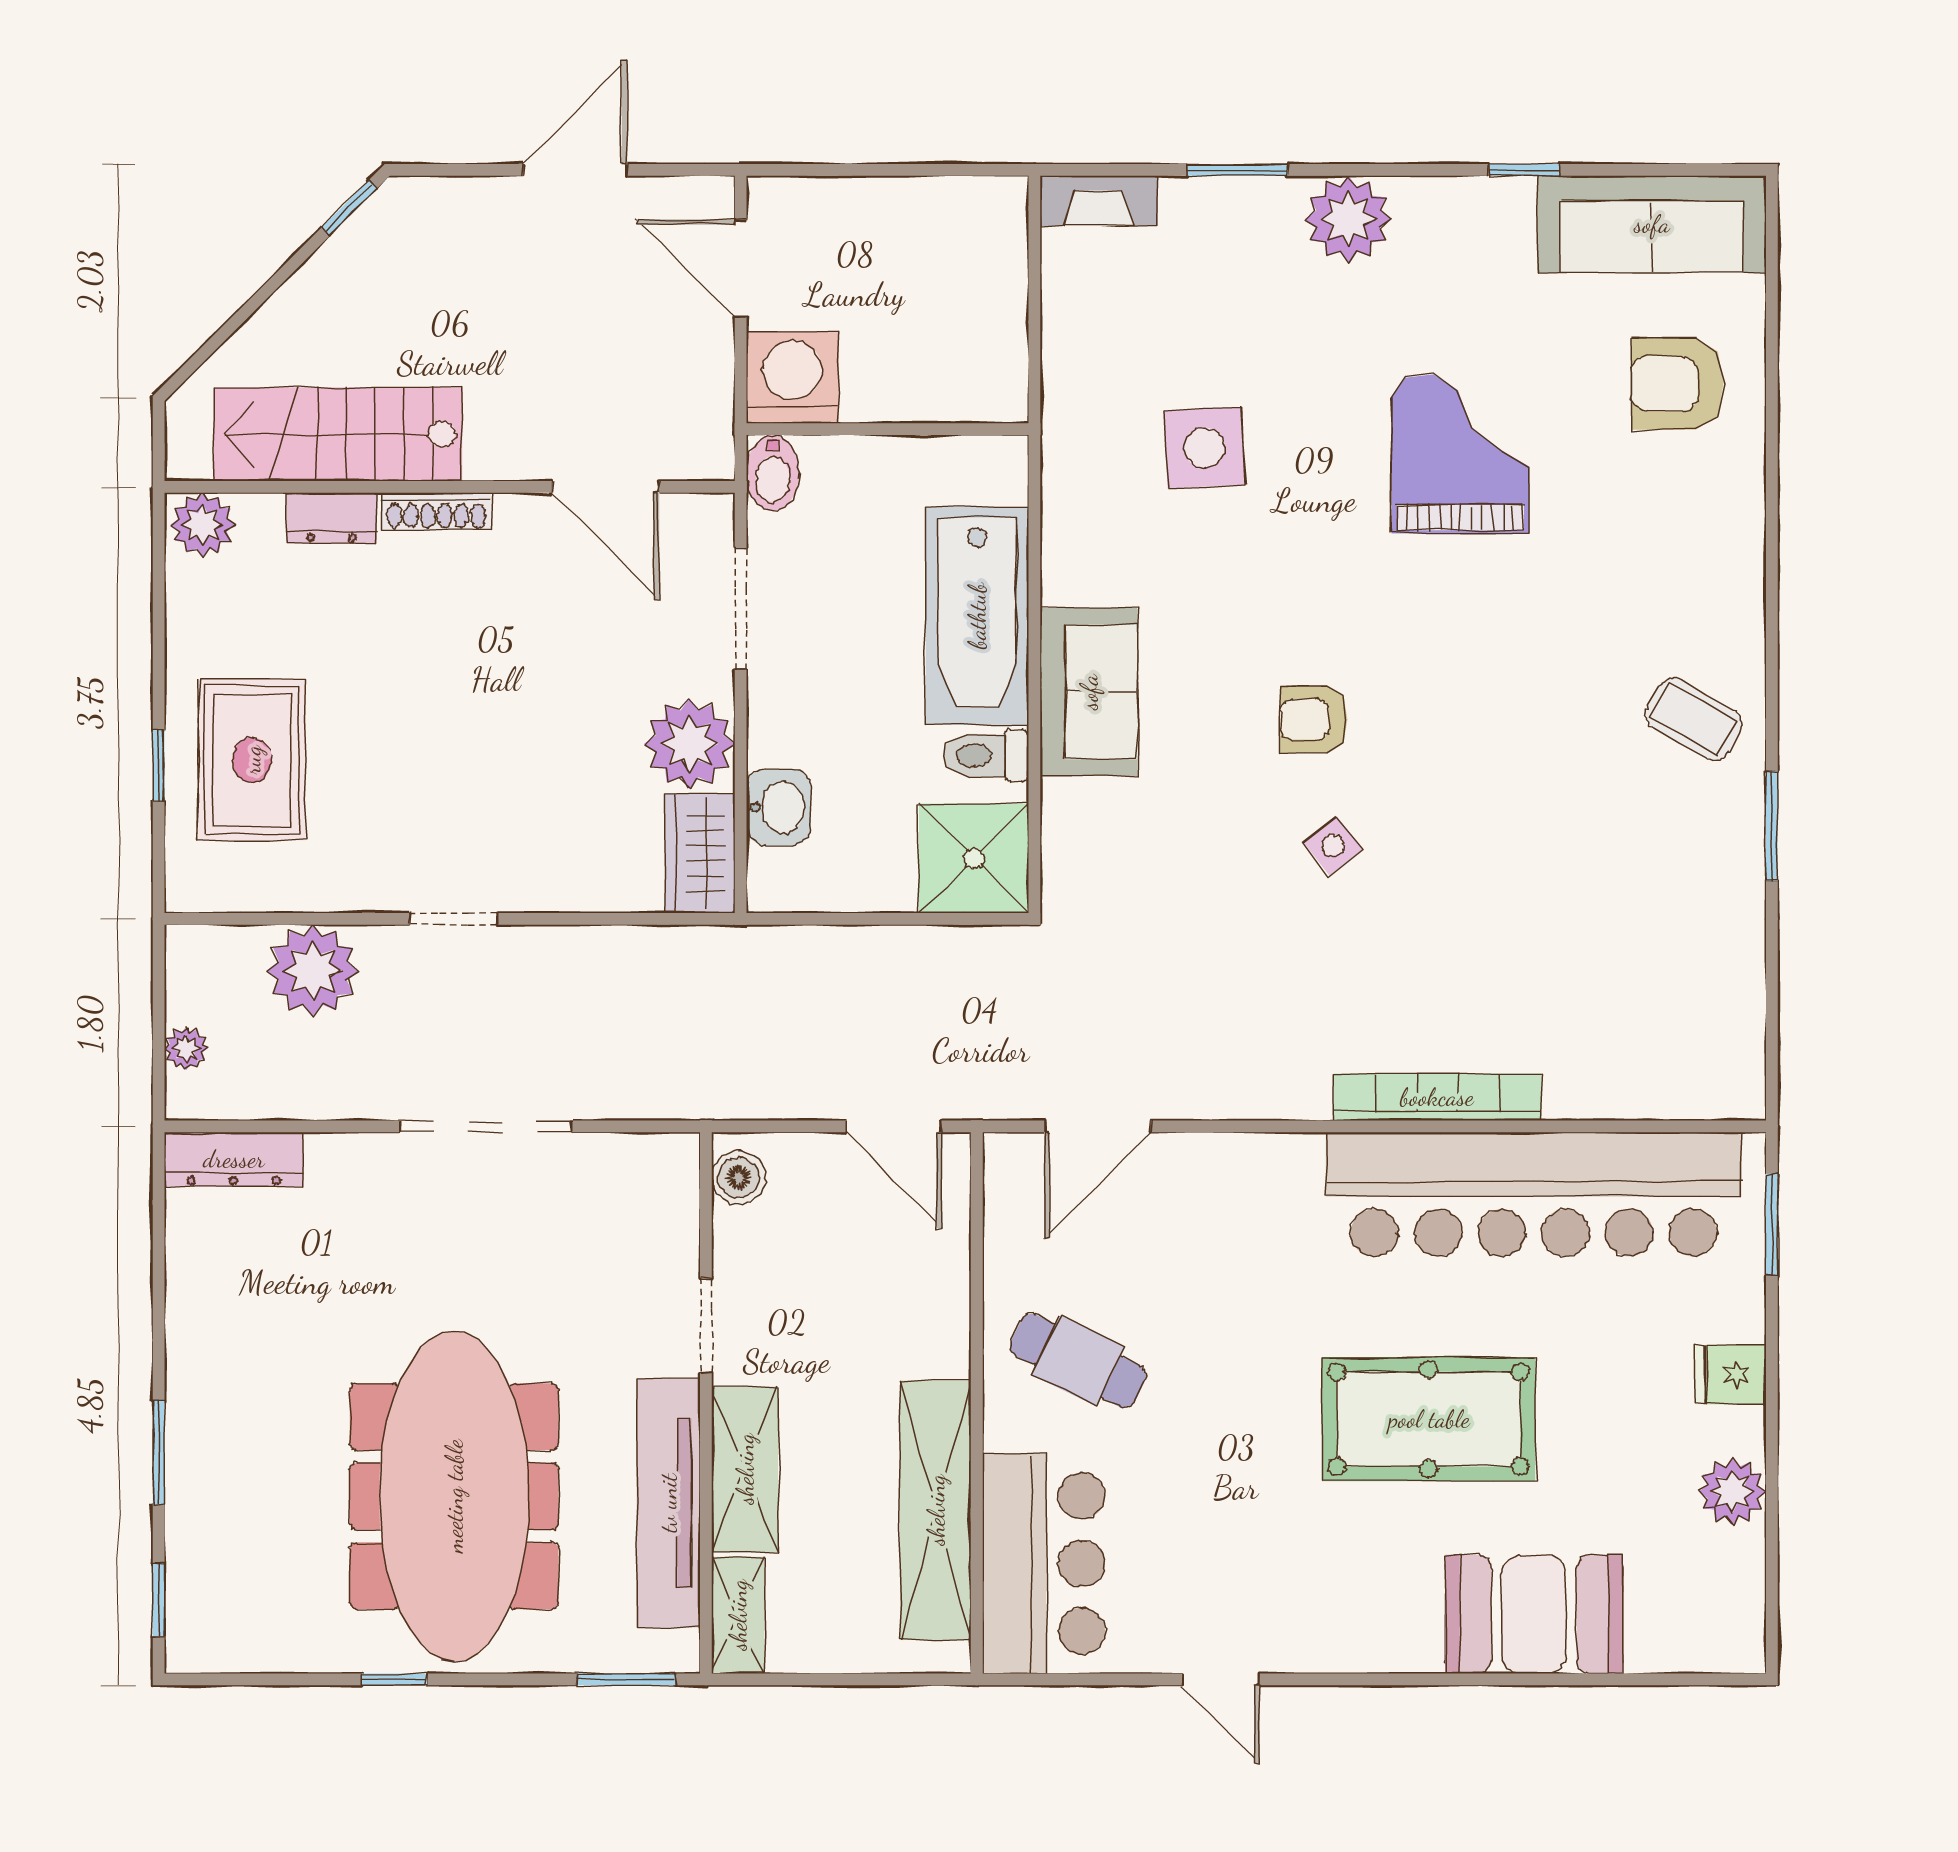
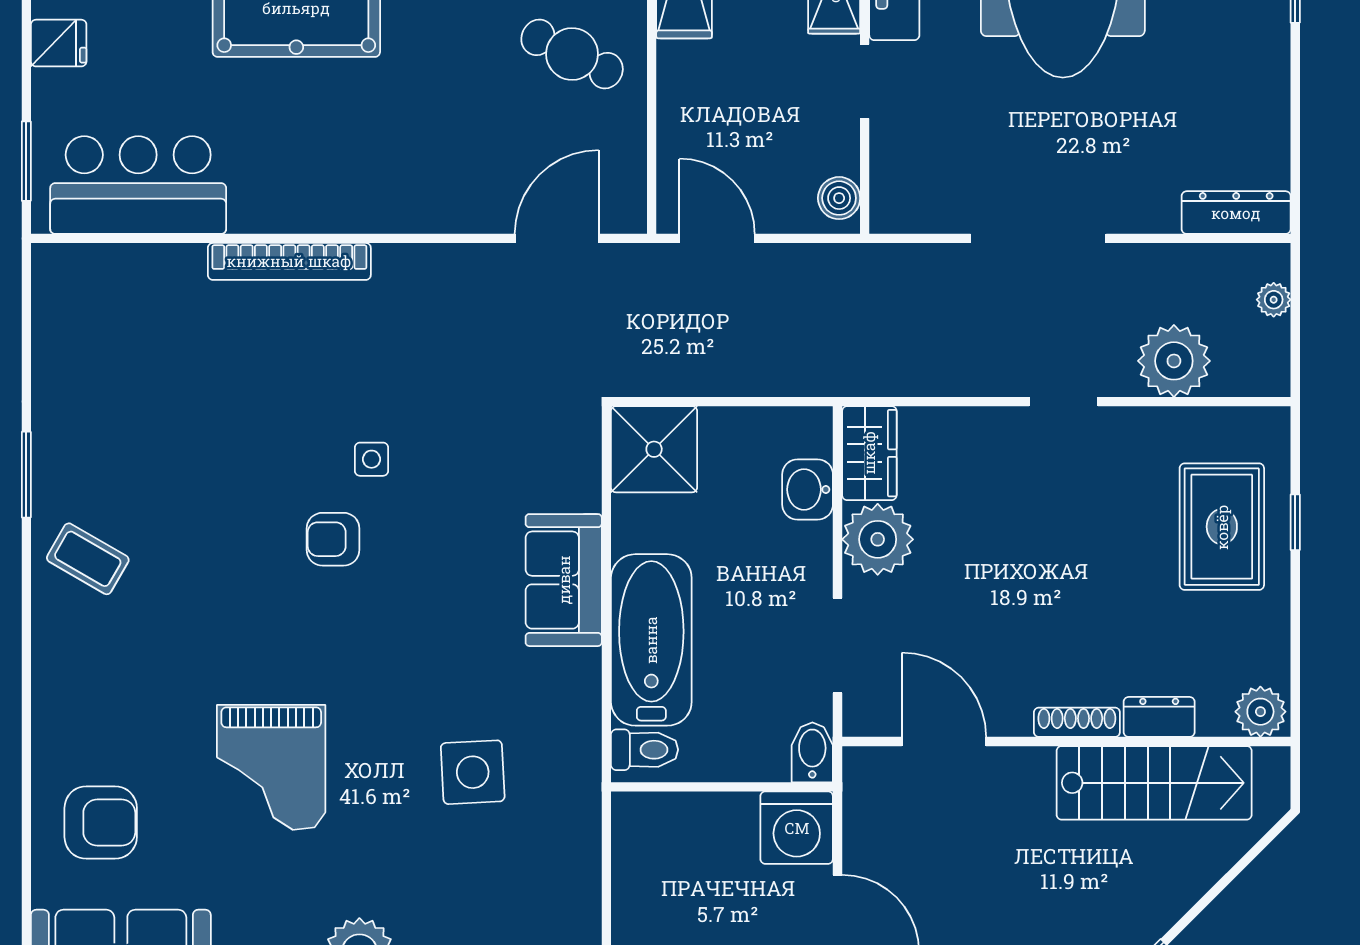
armchair: (1314, 719) -> (333, 539), moved, turned 180
toilet: (986, 755) -> (645, 750), moved
side table: (1333, 846) -> (372, 459), turned 38
bar counter: (1534, 1194) -> (138, 185), width x0.54

